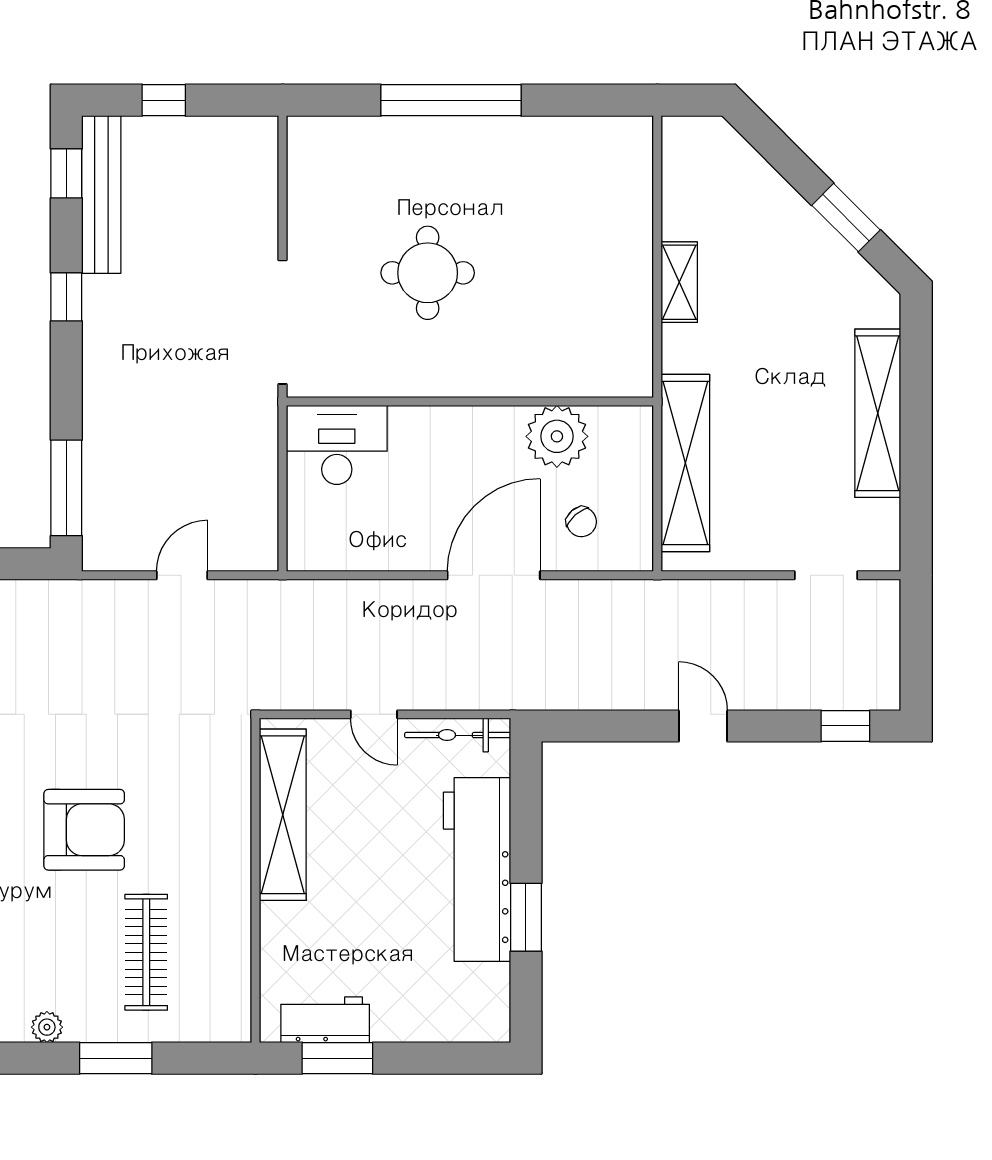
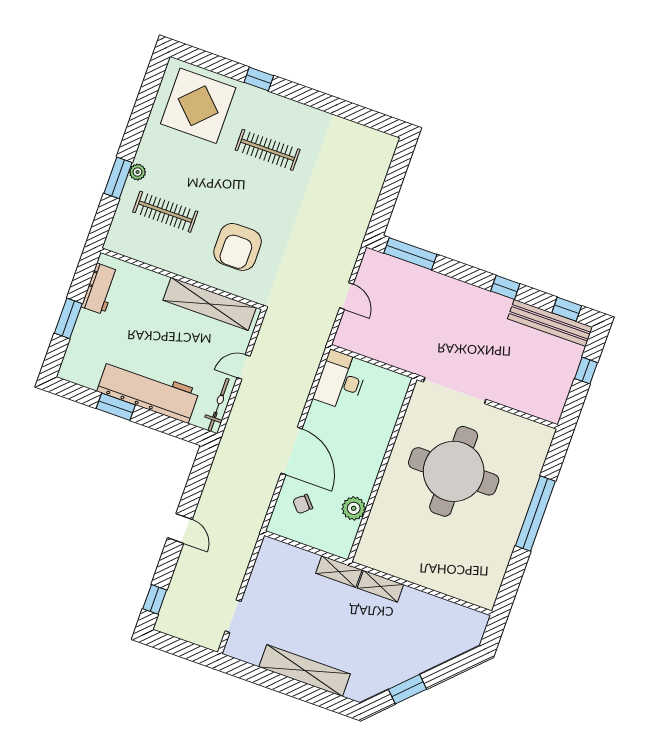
round table: (428, 273) -> (454, 471), width x1.86, depth x1.86
shelving: (679, 282) -> (380, 586), moved
plant: (557, 436) -> (354, 508), width x0.73, depth x0.73
desk: (337, 445) -> (341, 381), moved, turned 180
shelving: (685, 463) -> (339, 572), width x0.45, depth x0.75
door: (703, 726) -> (180, 529), hinge flipped
armchair: (84, 830) -> (238, 247), moved
plant: (47, 1027) -> (137, 172), moved
window: (337, 1058) -> (68, 318), moved

